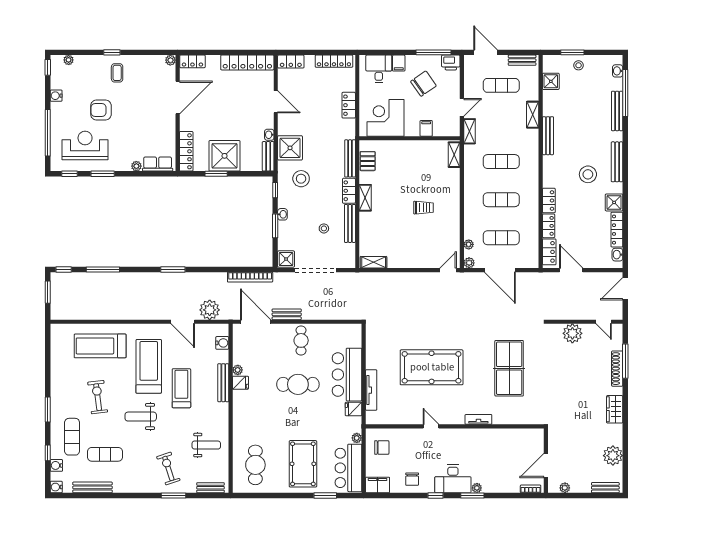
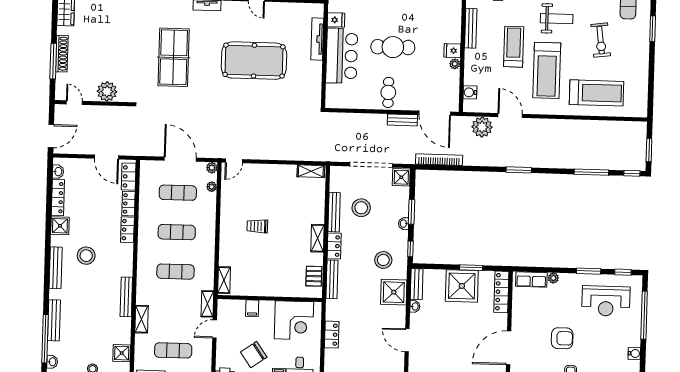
armchair: (101, 110) -> (562, 338), moved
stool: (324, 228) -> (361, 208), width x1.89, depth x1.89
bench: (223, 383) -> (471, 28), moved
treadmill: (181, 388) -> (514, 47), turned 180

